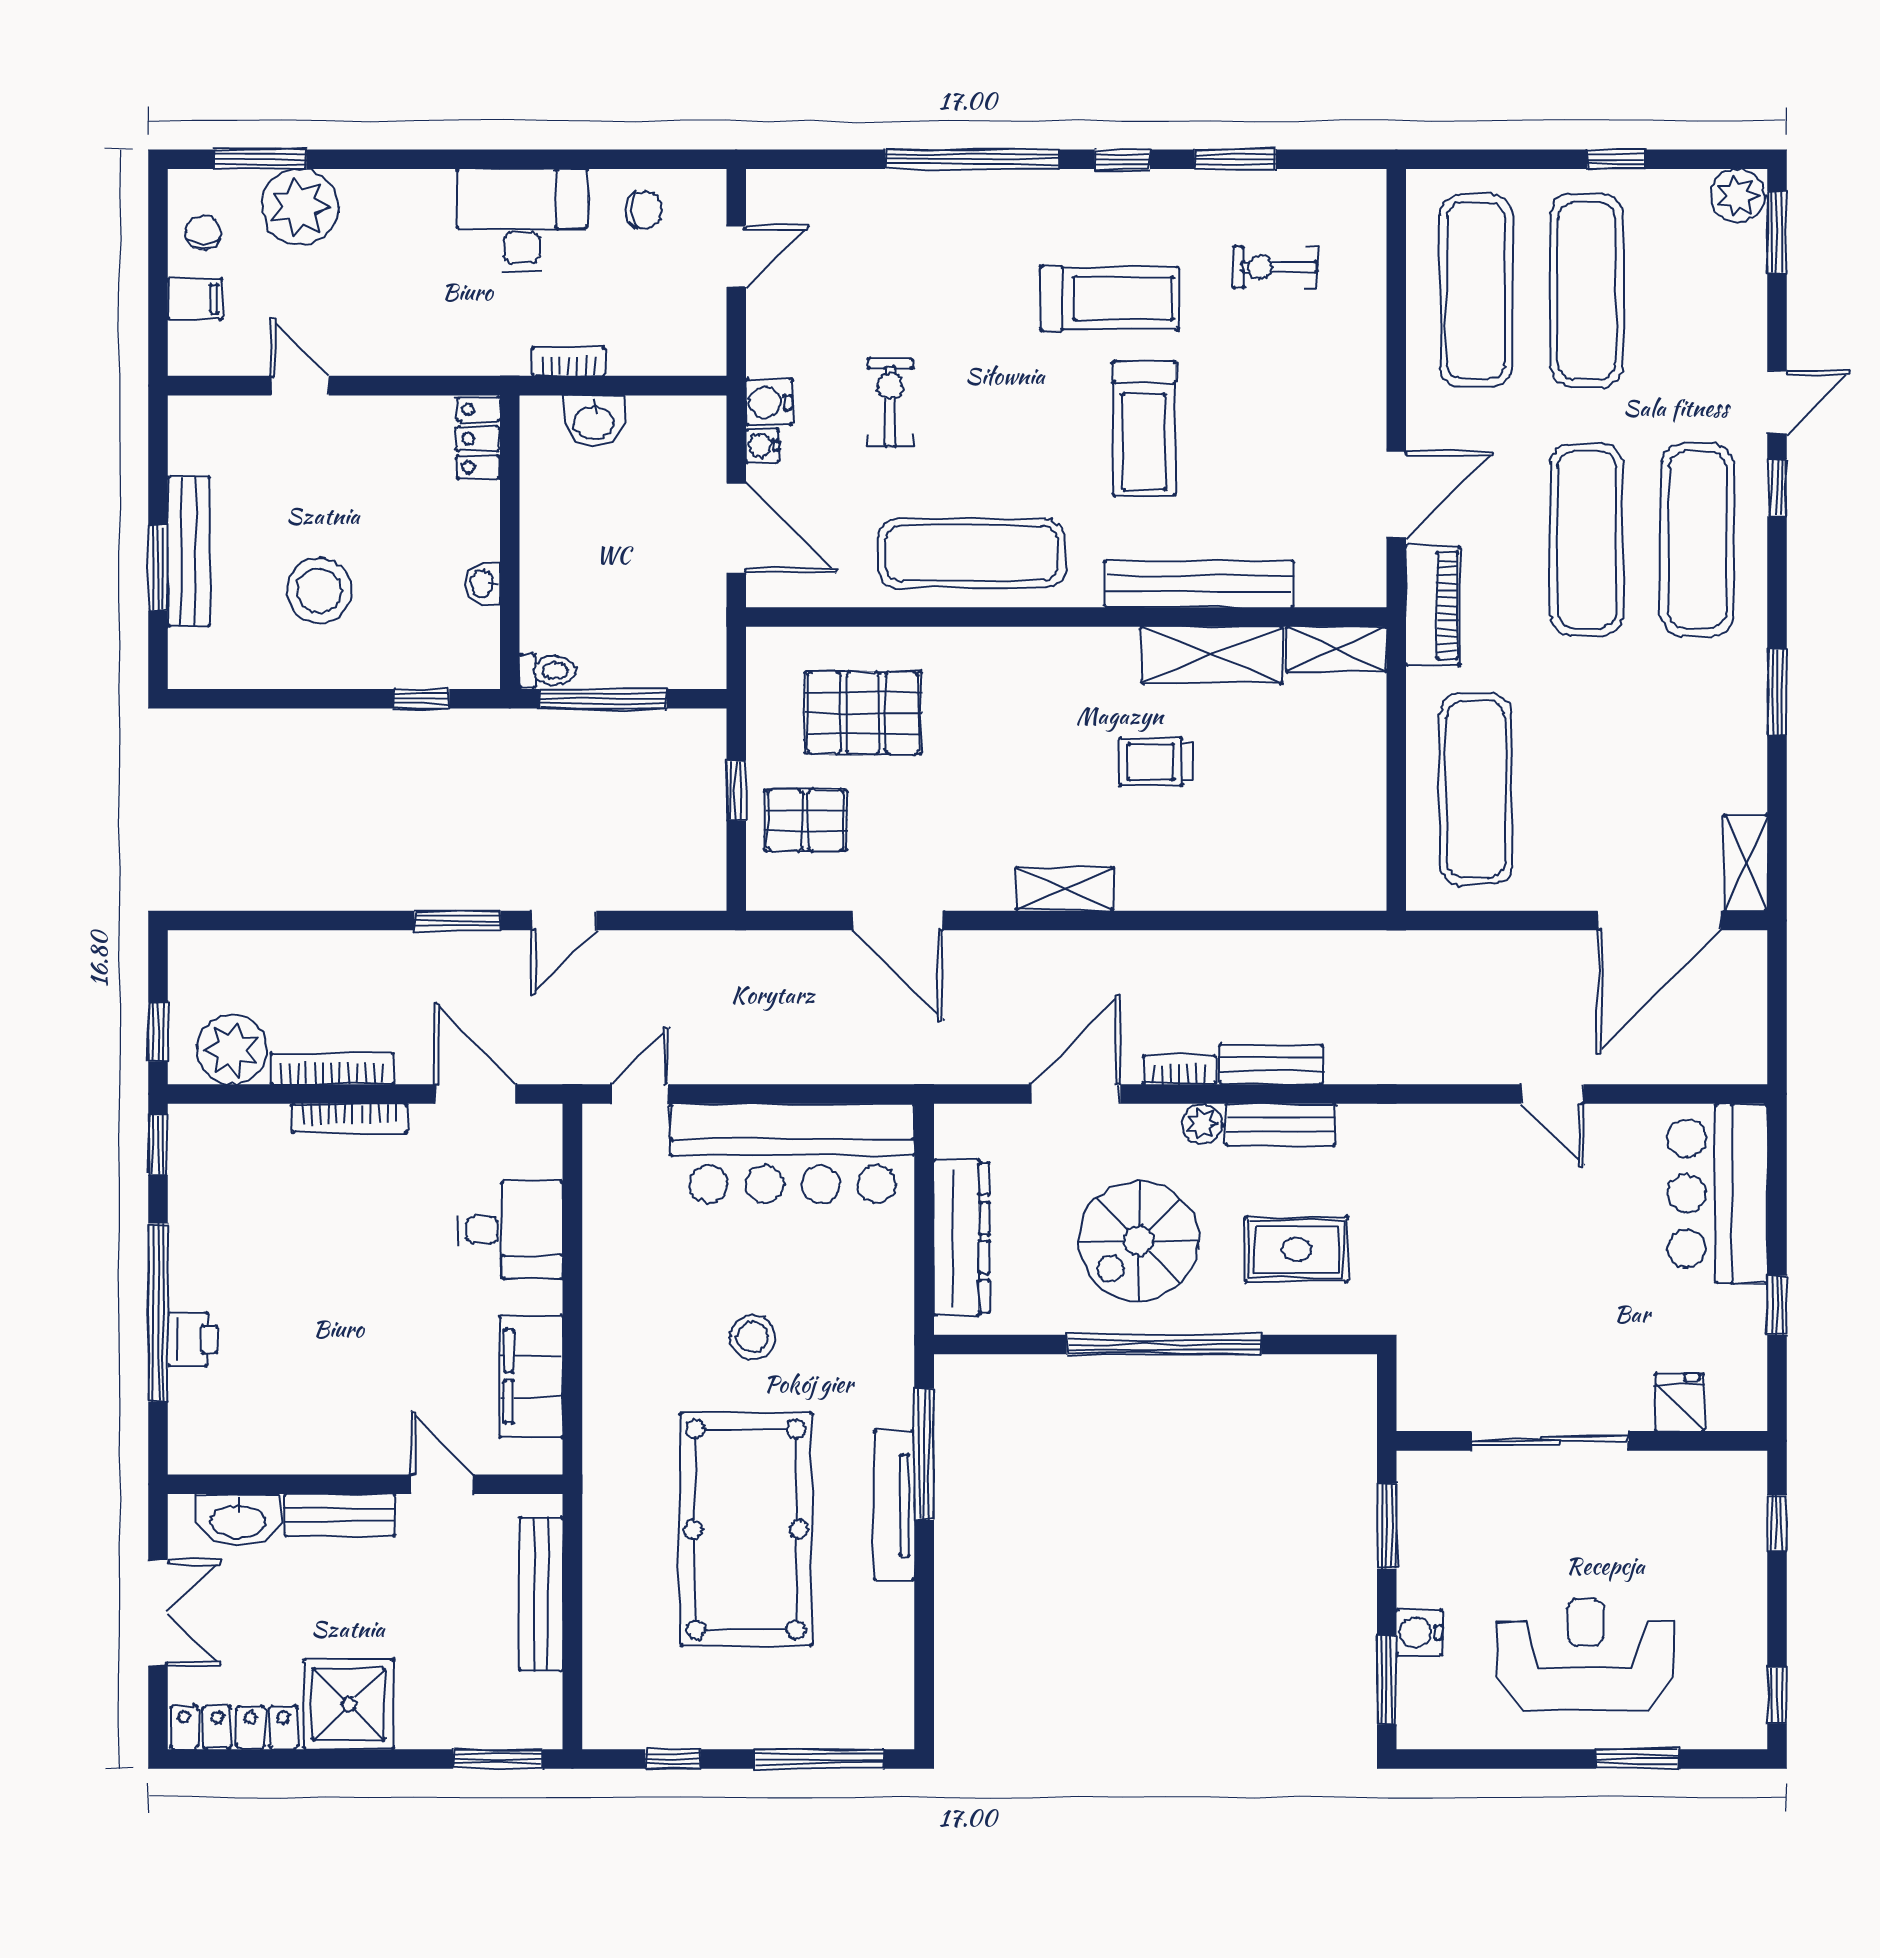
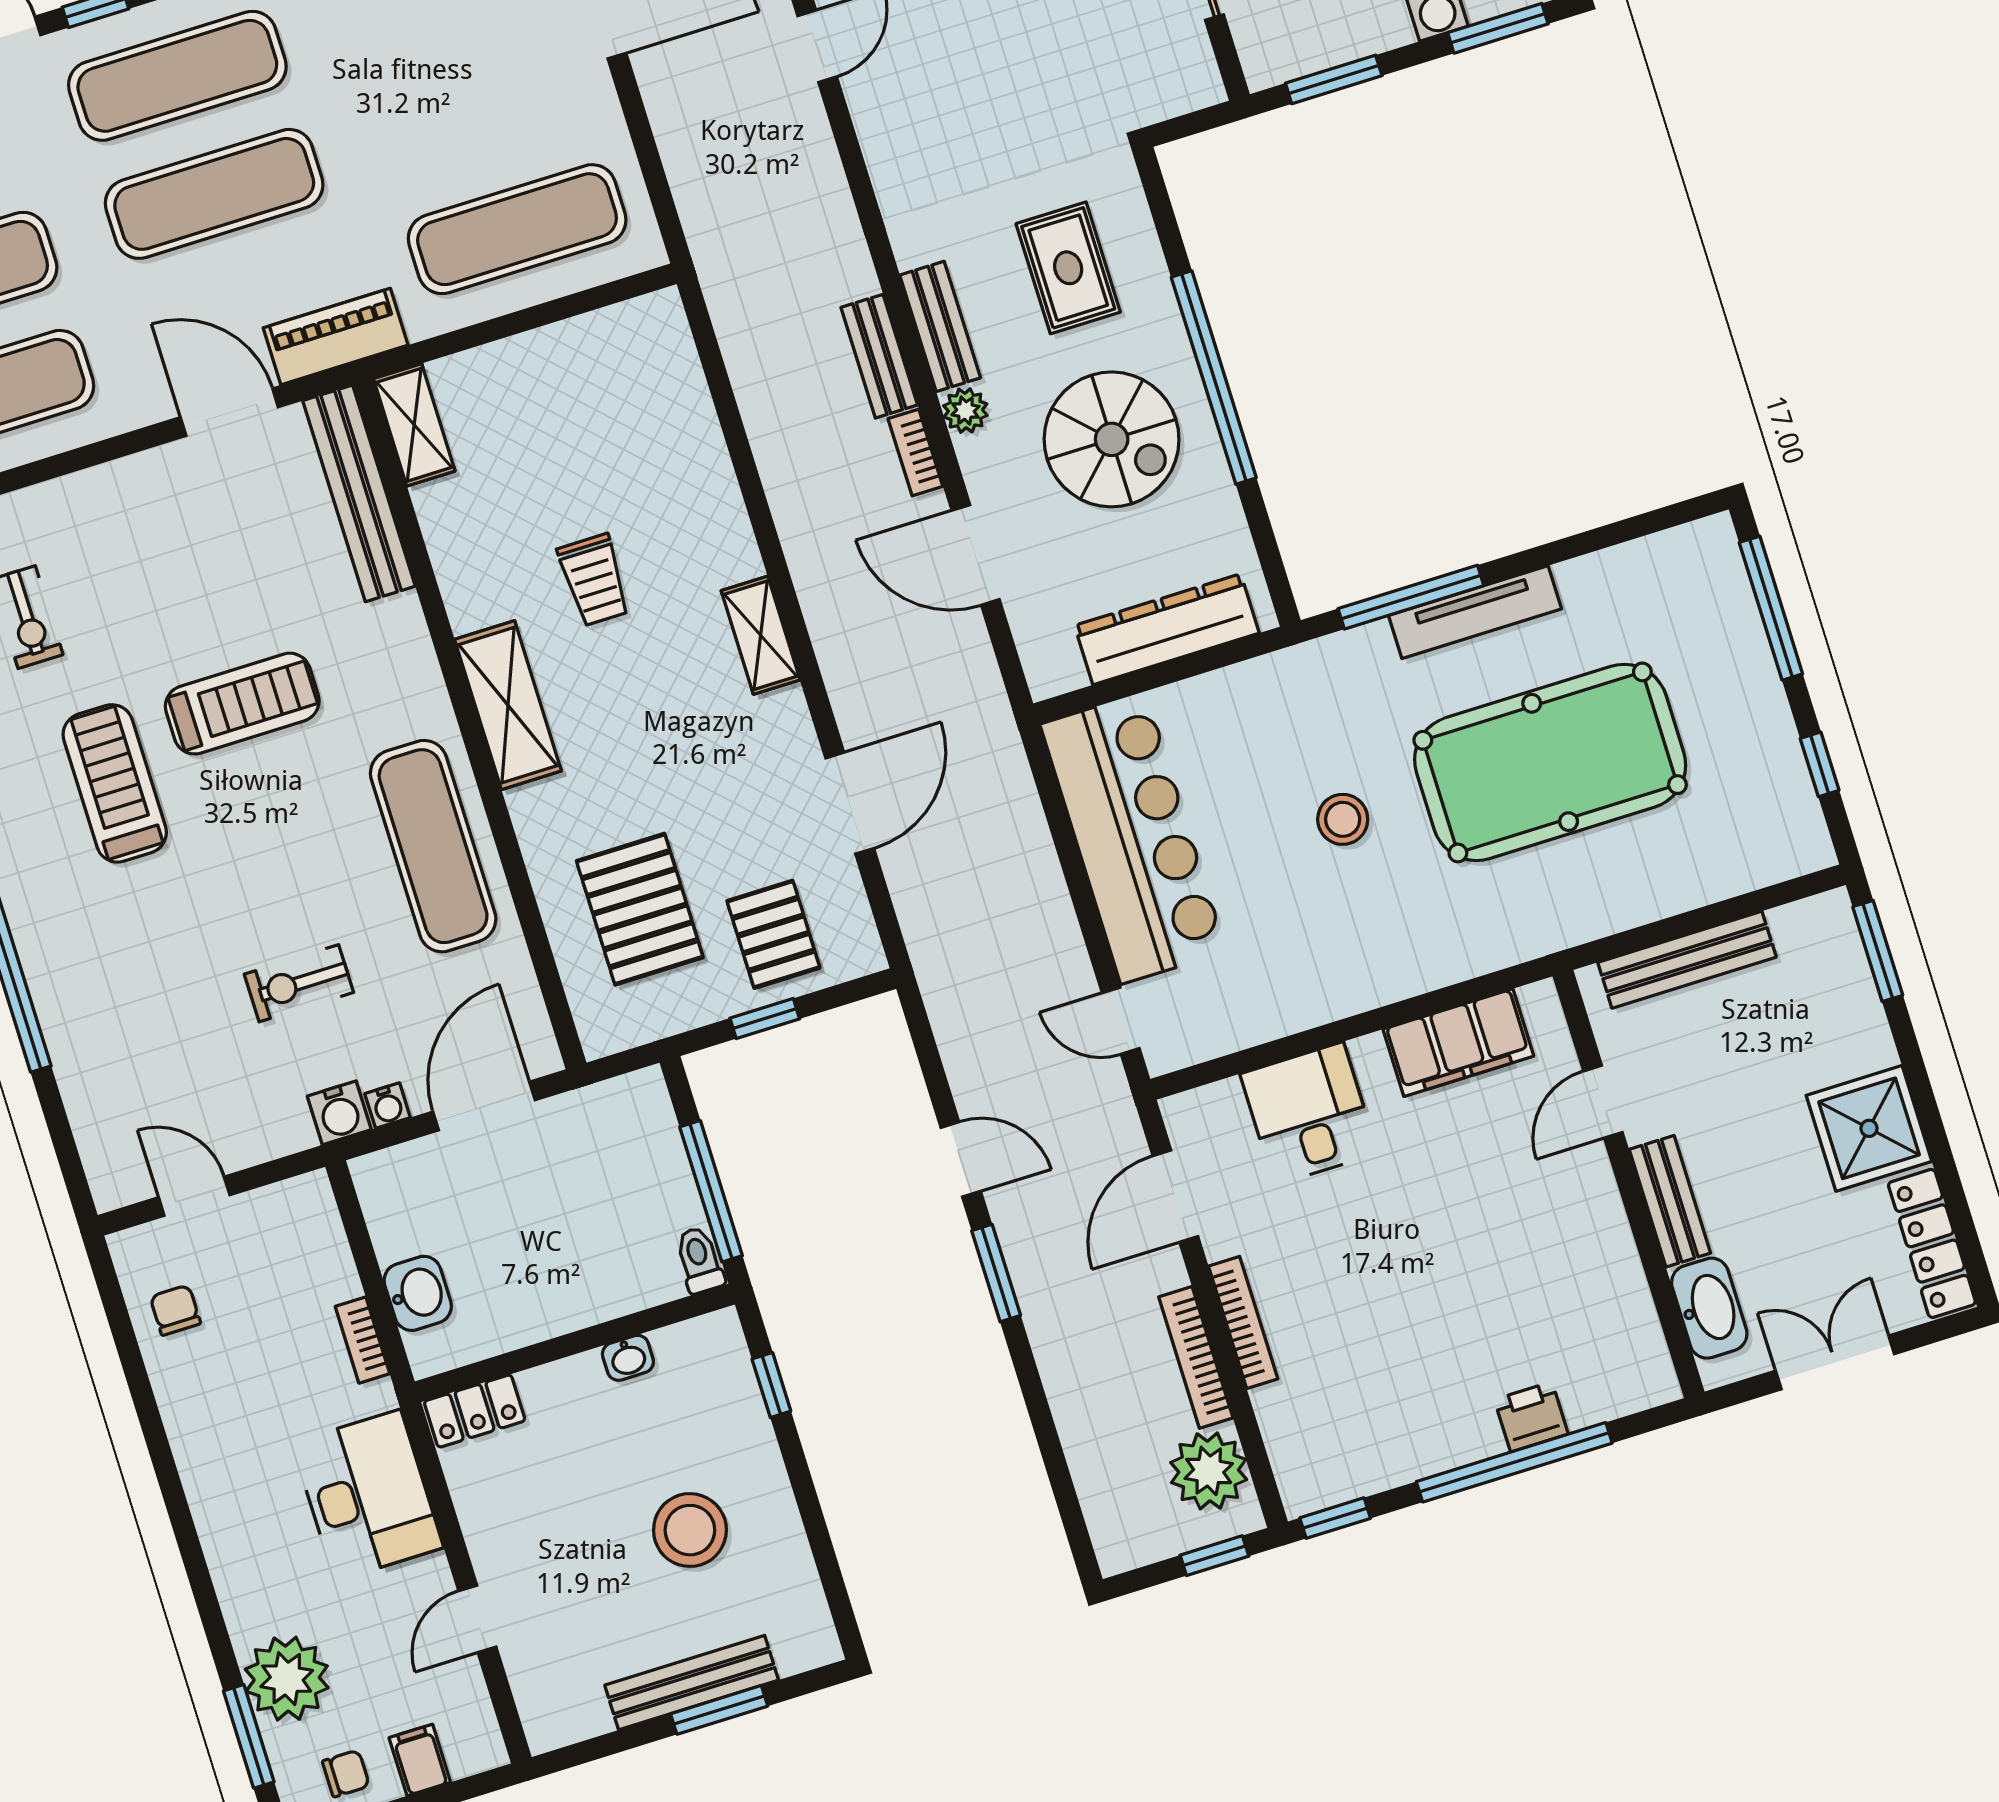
desk: (522, 220) -> (368, 1495), moved, turned 180
chair: (203, 232) -> (346, 1774), turned 180
bench: (1199, 584) -> (359, 493), moved
shelving: (1212, 655) -> (508, 705), moved

